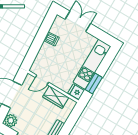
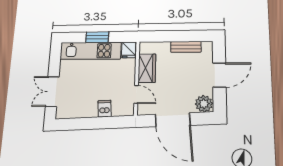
dishwasher: (51, 39) -> (105, 109), moved
window: (94, 83) -> (97, 37), moved

